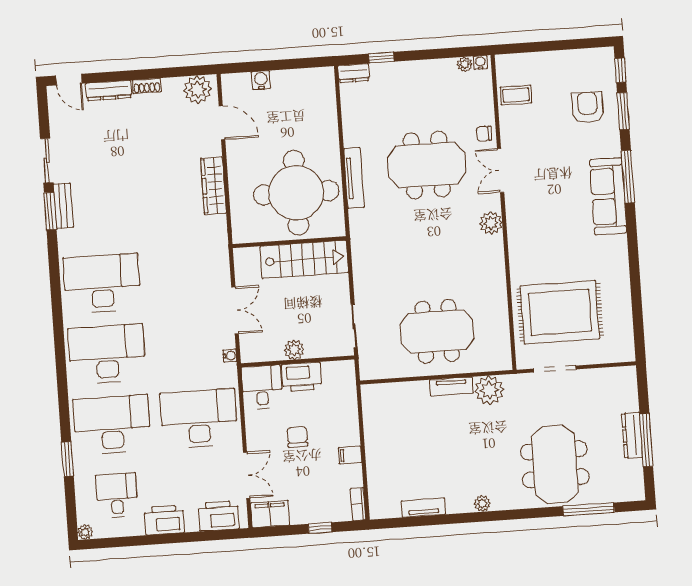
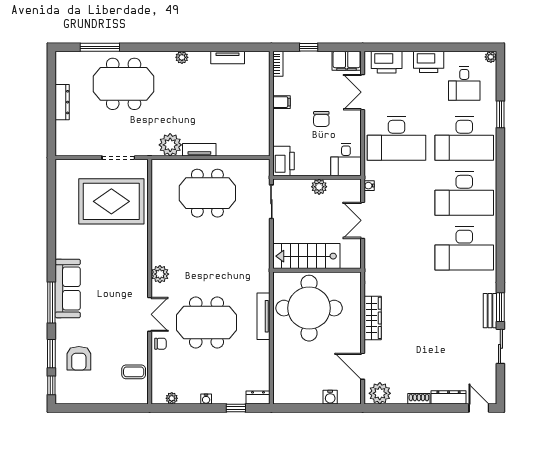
water cooler: (480, 62) -> (206, 399), moved
printer: (302, 377) -> (284, 161), moved, turned 90
window: (646, 440) -> (51, 98), removed
meeting table: (555, 464) -> (124, 84), turned 90

